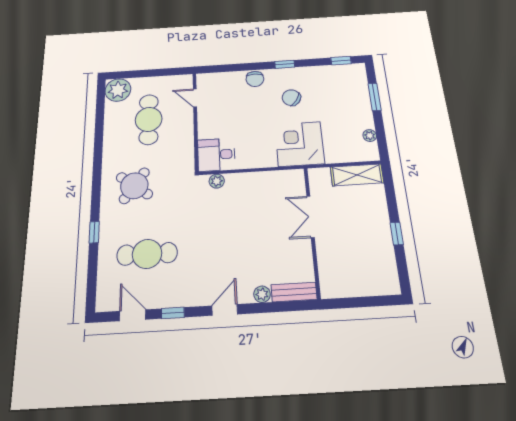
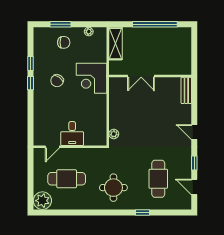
window: (341, 61) -> (31, 63), moved
chair: (255, 79) -> (64, 42), moved
desk: (216, 155) -> (72, 134), moved
round table: (134, 186) -> (113, 188), turned -36
window: (397, 233) -> (155, 24), width x3.17
plant: (262, 294) -> (187, 109), removed
door: (133, 315) -> (194, 187), hinge flipped

